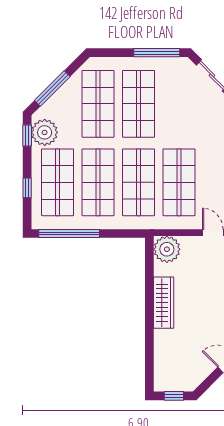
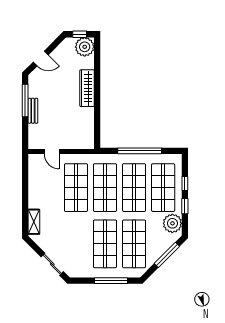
window: (157, 53) -> (111, 281), moved
window: (27, 136) -> (185, 206), moved
window: (69, 233) -> (140, 151), moved
plant: (167, 249) -> (85, 47), moved
wardrobe: (164, 303) -> (87, 88), moved

